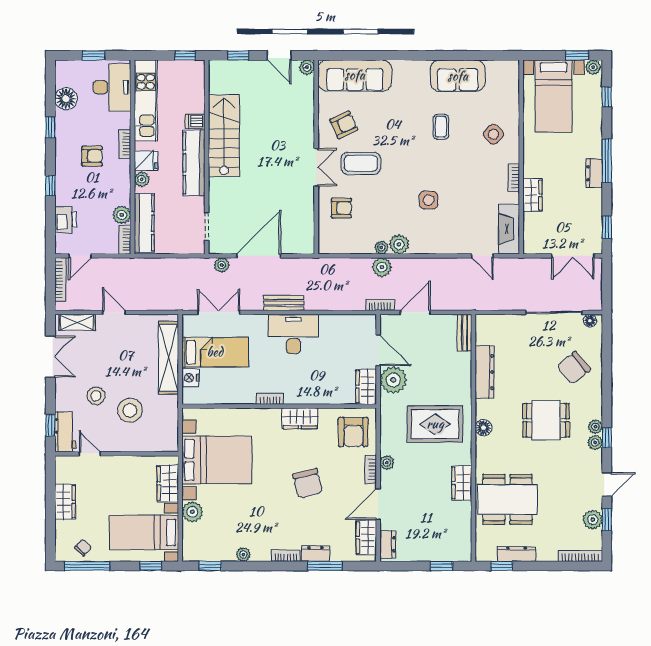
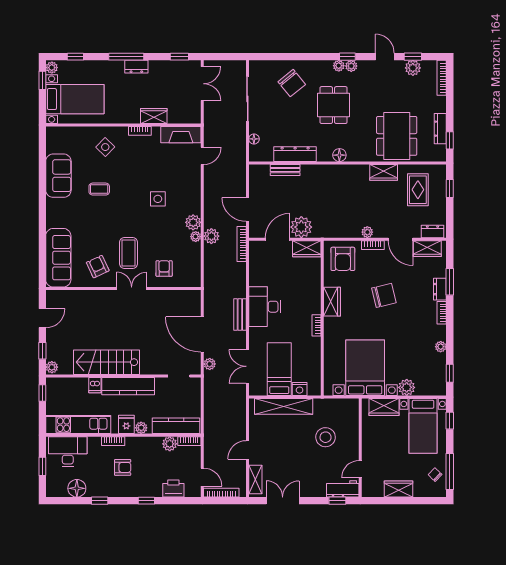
plant: (307, 67) -> (52, 367), moved
armchair: (92, 156) -> (123, 467), turned 90
bookcase: (380, 305) -> (242, 244), width x1.56
floor lamp: (590, 321) -> (254, 139), moved
bench: (465, 333) -> (285, 170), moved
stool: (96, 396) -> (314, 464), removed
rug: (435, 424) -> (418, 190), moved, width x0.73, depth x0.70
armchair: (353, 432) -> (343, 259), turned 90

